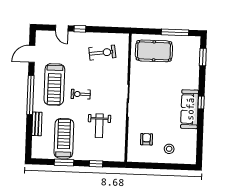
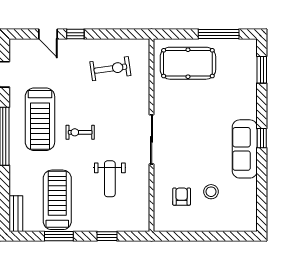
bench: (37, 124) -> (16, 214), moved
stool: (169, 149) -> (211, 192), moved

